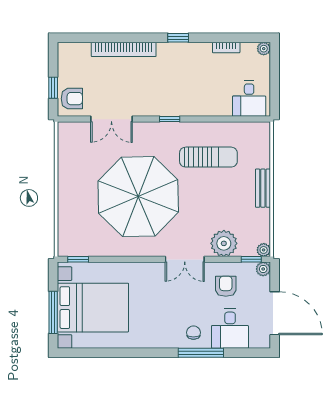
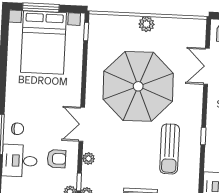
window: (170, 119) -> (203, 136), moved
plant: (66, 190) -> (146, 24), added
plant: (224, 243) -> (89, 159), width x0.53, depth x0.53

